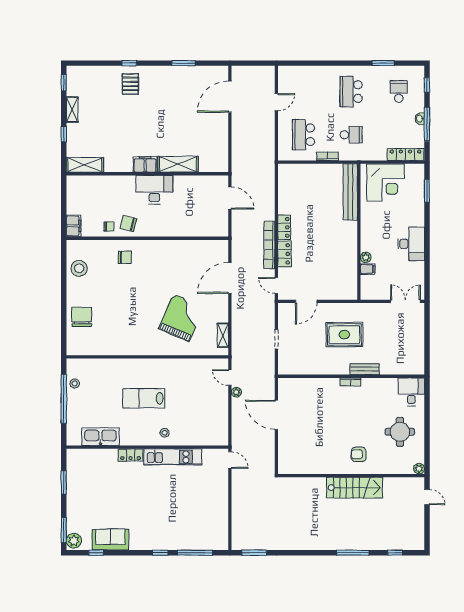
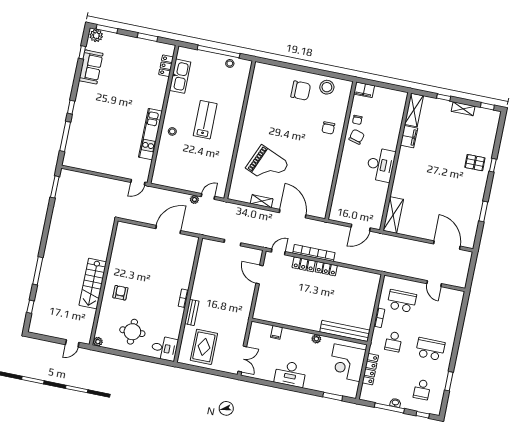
school desk: (399, 92) -> (422, 390), turned 90
locker: (406, 155) -> (370, 369), moved
filing cabinet: (145, 164) -> (409, 137), moved
shelving: (178, 164) -> (393, 215), moved
plant: (366, 257) -> (316, 339), moved
chair: (82, 317) -> (301, 91), moved
shelving: (223, 335) -> (262, 201), moved
rug: (344, 335) -> (204, 347), moved
locker: (131, 455) -> (166, 66), moved

